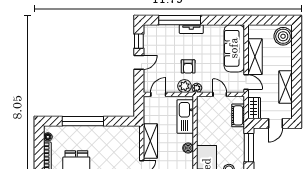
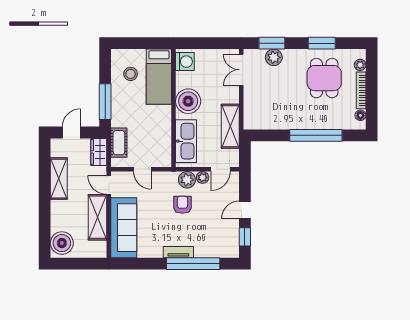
plant: (197, 88) -> (203, 177), moved
shelving: (150, 141) -> (230, 126), moved
boiler: (188, 148) -> (188, 101), width x1.86, depth x1.86

